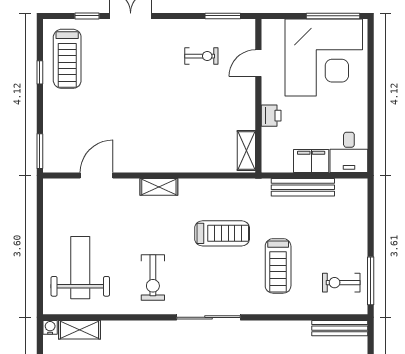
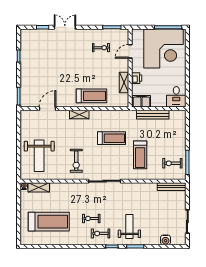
treadmill: (67, 59) -> (92, 96), moved, turned -90
shelving: (246, 151) -> (124, 83), moved
filing cabinet: (311, 161) -> (141, 101), moved
weight bench: (80, 268) -> (39, 156), turned 180

